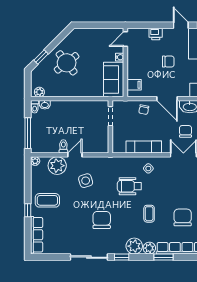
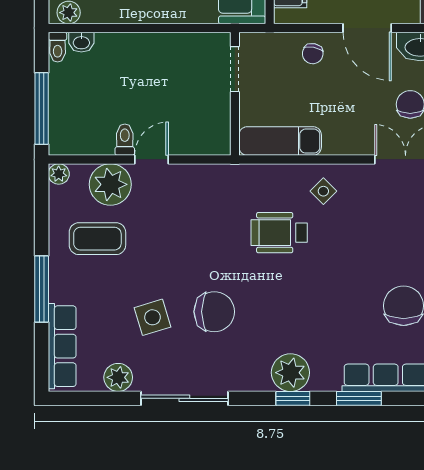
exam couch: (144, 147) -> (280, 141), moved
side table: (86, 181) -> (152, 317), moved
coffee table: (47, 200) -> (97, 239), moved
window: (28, 210) -> (42, 289), width x2.17
coffee table: (149, 214) -> (325, 297), removed
chair: (102, 220) -> (214, 312), turned 90
plant: (149, 248) -> (118, 377), moved
window: (122, 257) -> (293, 398), moved

